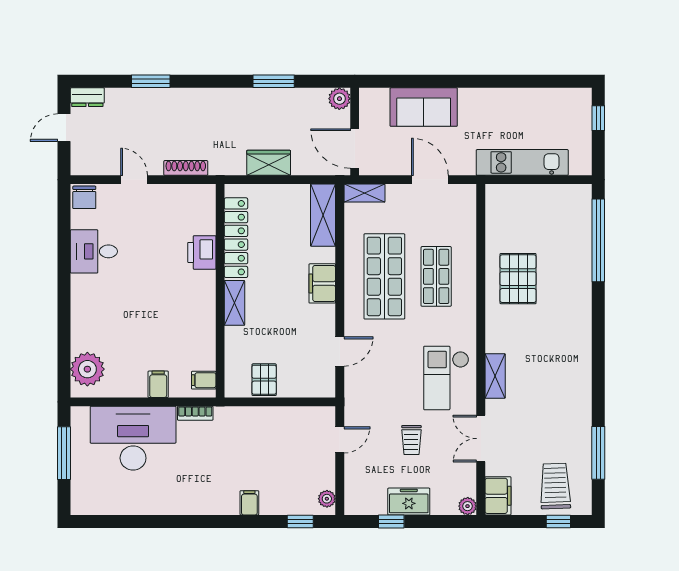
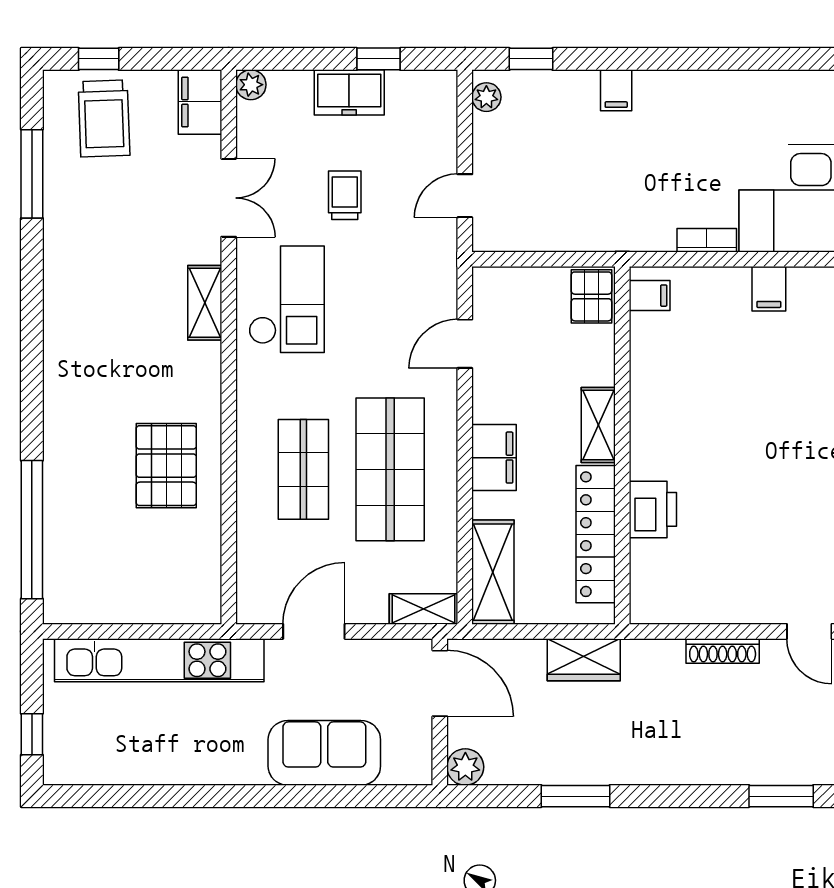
kitchen unit: (522, 162) -> (159, 660), width x1.36
door: (430, 180) -> (314, 631), swing flipped
locker: (236, 238) -> (596, 534), moved
printer: (202, 252) -> (653, 509), moved
wall: (220, 291) -> (622, 445), moved
shelving: (234, 303) -> (598, 425), moved
filing cabinet: (204, 380) -> (650, 296), moved

